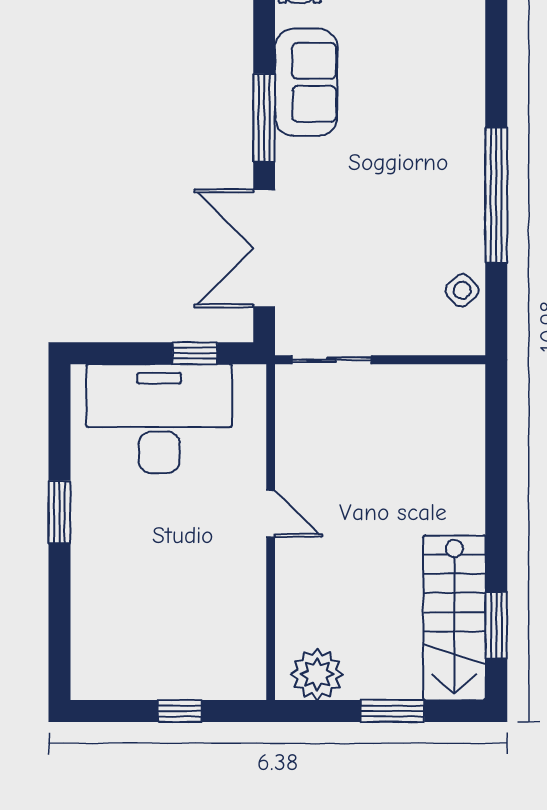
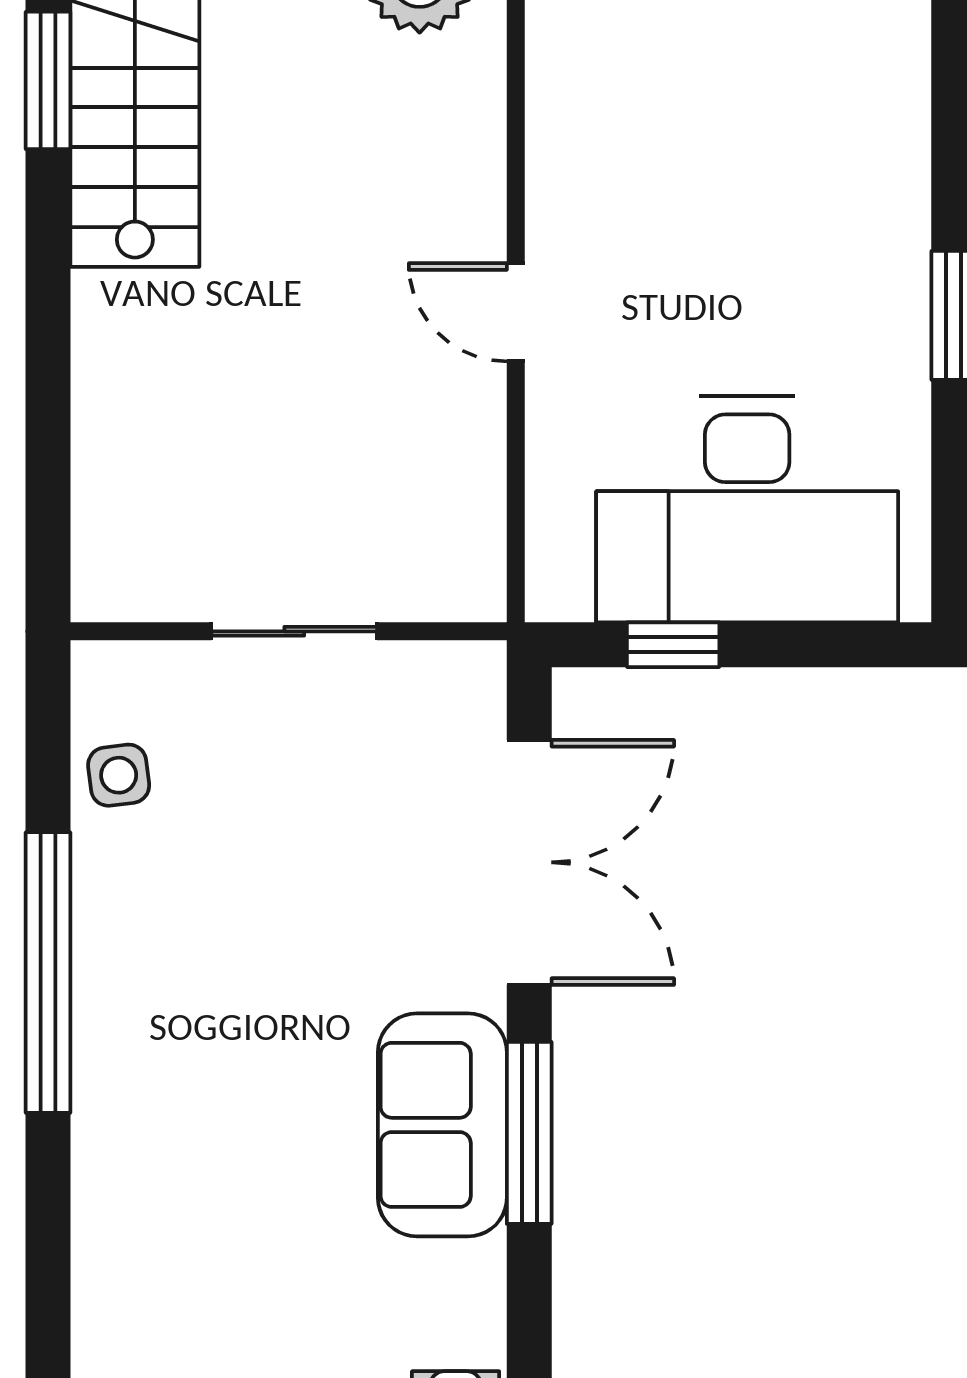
sofa: (306, 82) -> (442, 1125), moved
side table: (462, 290) -> (119, 775), turned 34
sliding door: (331, 360) -> (294, 631), moved

